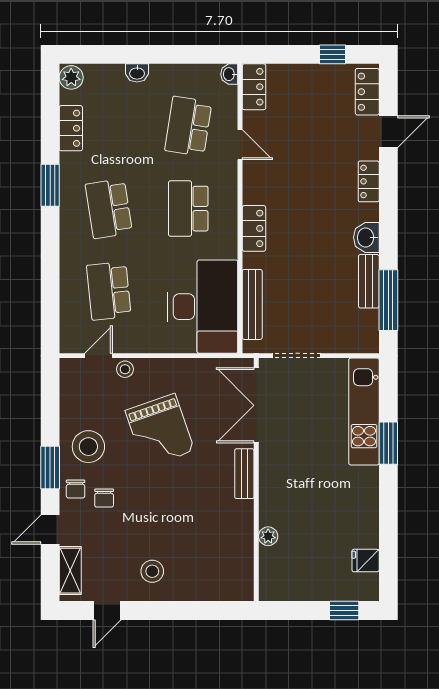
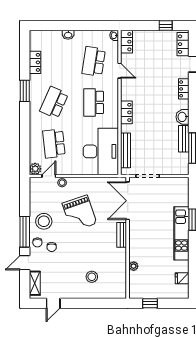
plant: (71, 77) -> (35, 169), moved
school desk: (109, 209) -> (54, 102), turned 33
kitchen unit: (364, 412) -> (181, 233), moved
window: (50, 468) -> (25, 232), width x1.44
stool: (152, 571) -> (92, 277), moved
window: (344, 611) -> (150, 303), moved

